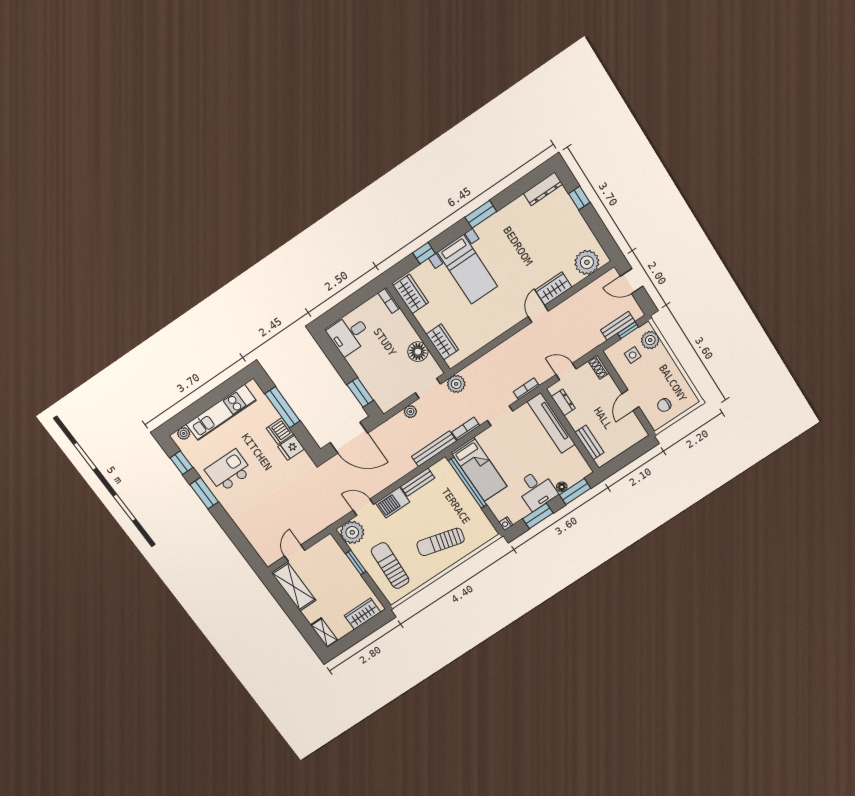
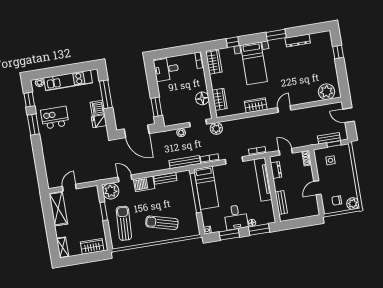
dresser: (543, 189) -> (298, 40), moved
wardrobe: (553, 289) -> (256, 105), moved
plant: (650, 340) -> (353, 204), moved

